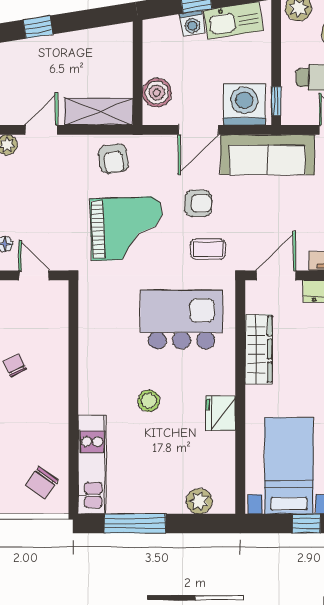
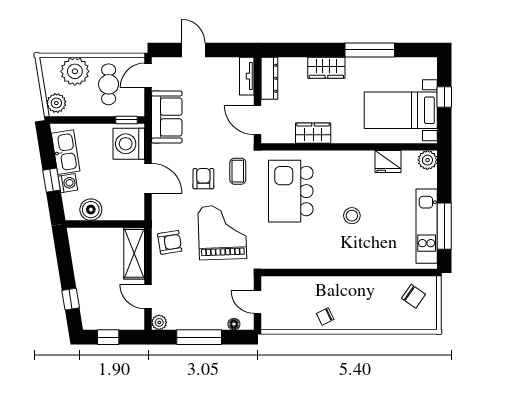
boiler: (157, 93) -> (91, 210), moved
sofa: (267, 155) -> (167, 117), width x0.73
door: (34, 275) -> (258, 302), hinge flipped
wardrobe: (259, 349) -> (313, 133), width x0.67
fridge: (221, 413) -> (388, 162), moved
kitchen unit: (92, 464) -> (427, 226), moved, turned -90
plant: (199, 501) -> (427, 160), moved

